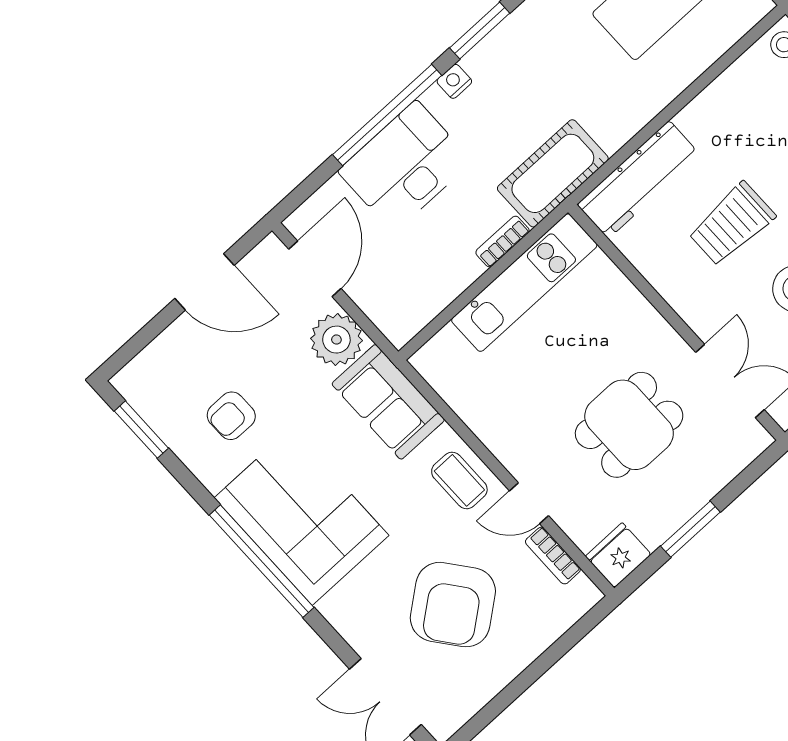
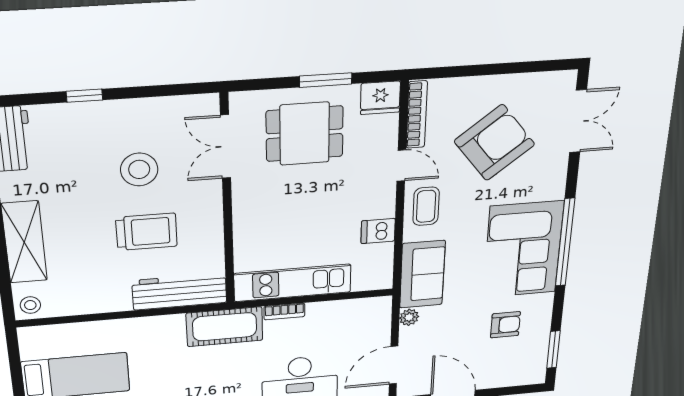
plant: (336, 340) -> (409, 317), width x0.53, depth x0.53
dishwasher: (485, 413) -> (378, 231), added
dining table: (629, 425) -> (305, 134), moved
bookcase: (553, 556) -> (417, 115), width x1.56

